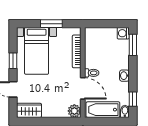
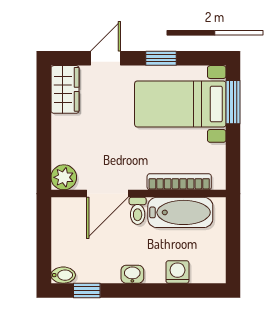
window: (51, 24) -> (233, 102), moved
washing machine: (123, 33) -> (177, 272), moved
window: (133, 45) -> (192, 291), removed
bathtub: (103, 110) -> (180, 212), moved, turned 90

